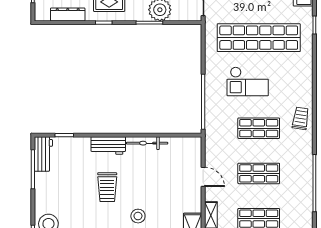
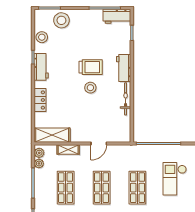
trolley: (107, 187) -> (91, 67), turned 180
stool: (138, 216) -> (90, 88), moved

